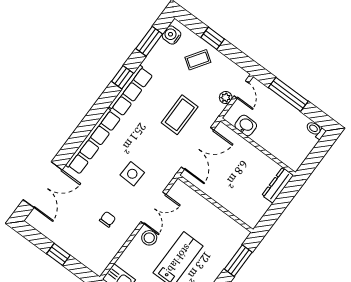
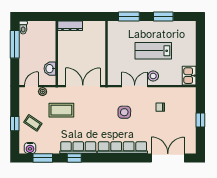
window: (288, 94) -> (15, 44), moved
coffee table: (180, 115) -> (61, 110), moved

